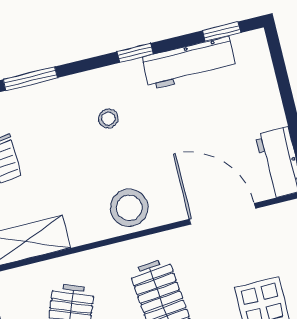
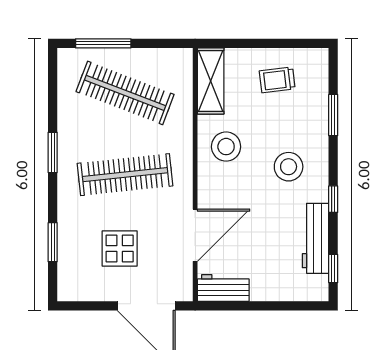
stool: (108, 118) -> (289, 167), width x1.89, depth x1.89
stool: (129, 208) -> (226, 147), moved

